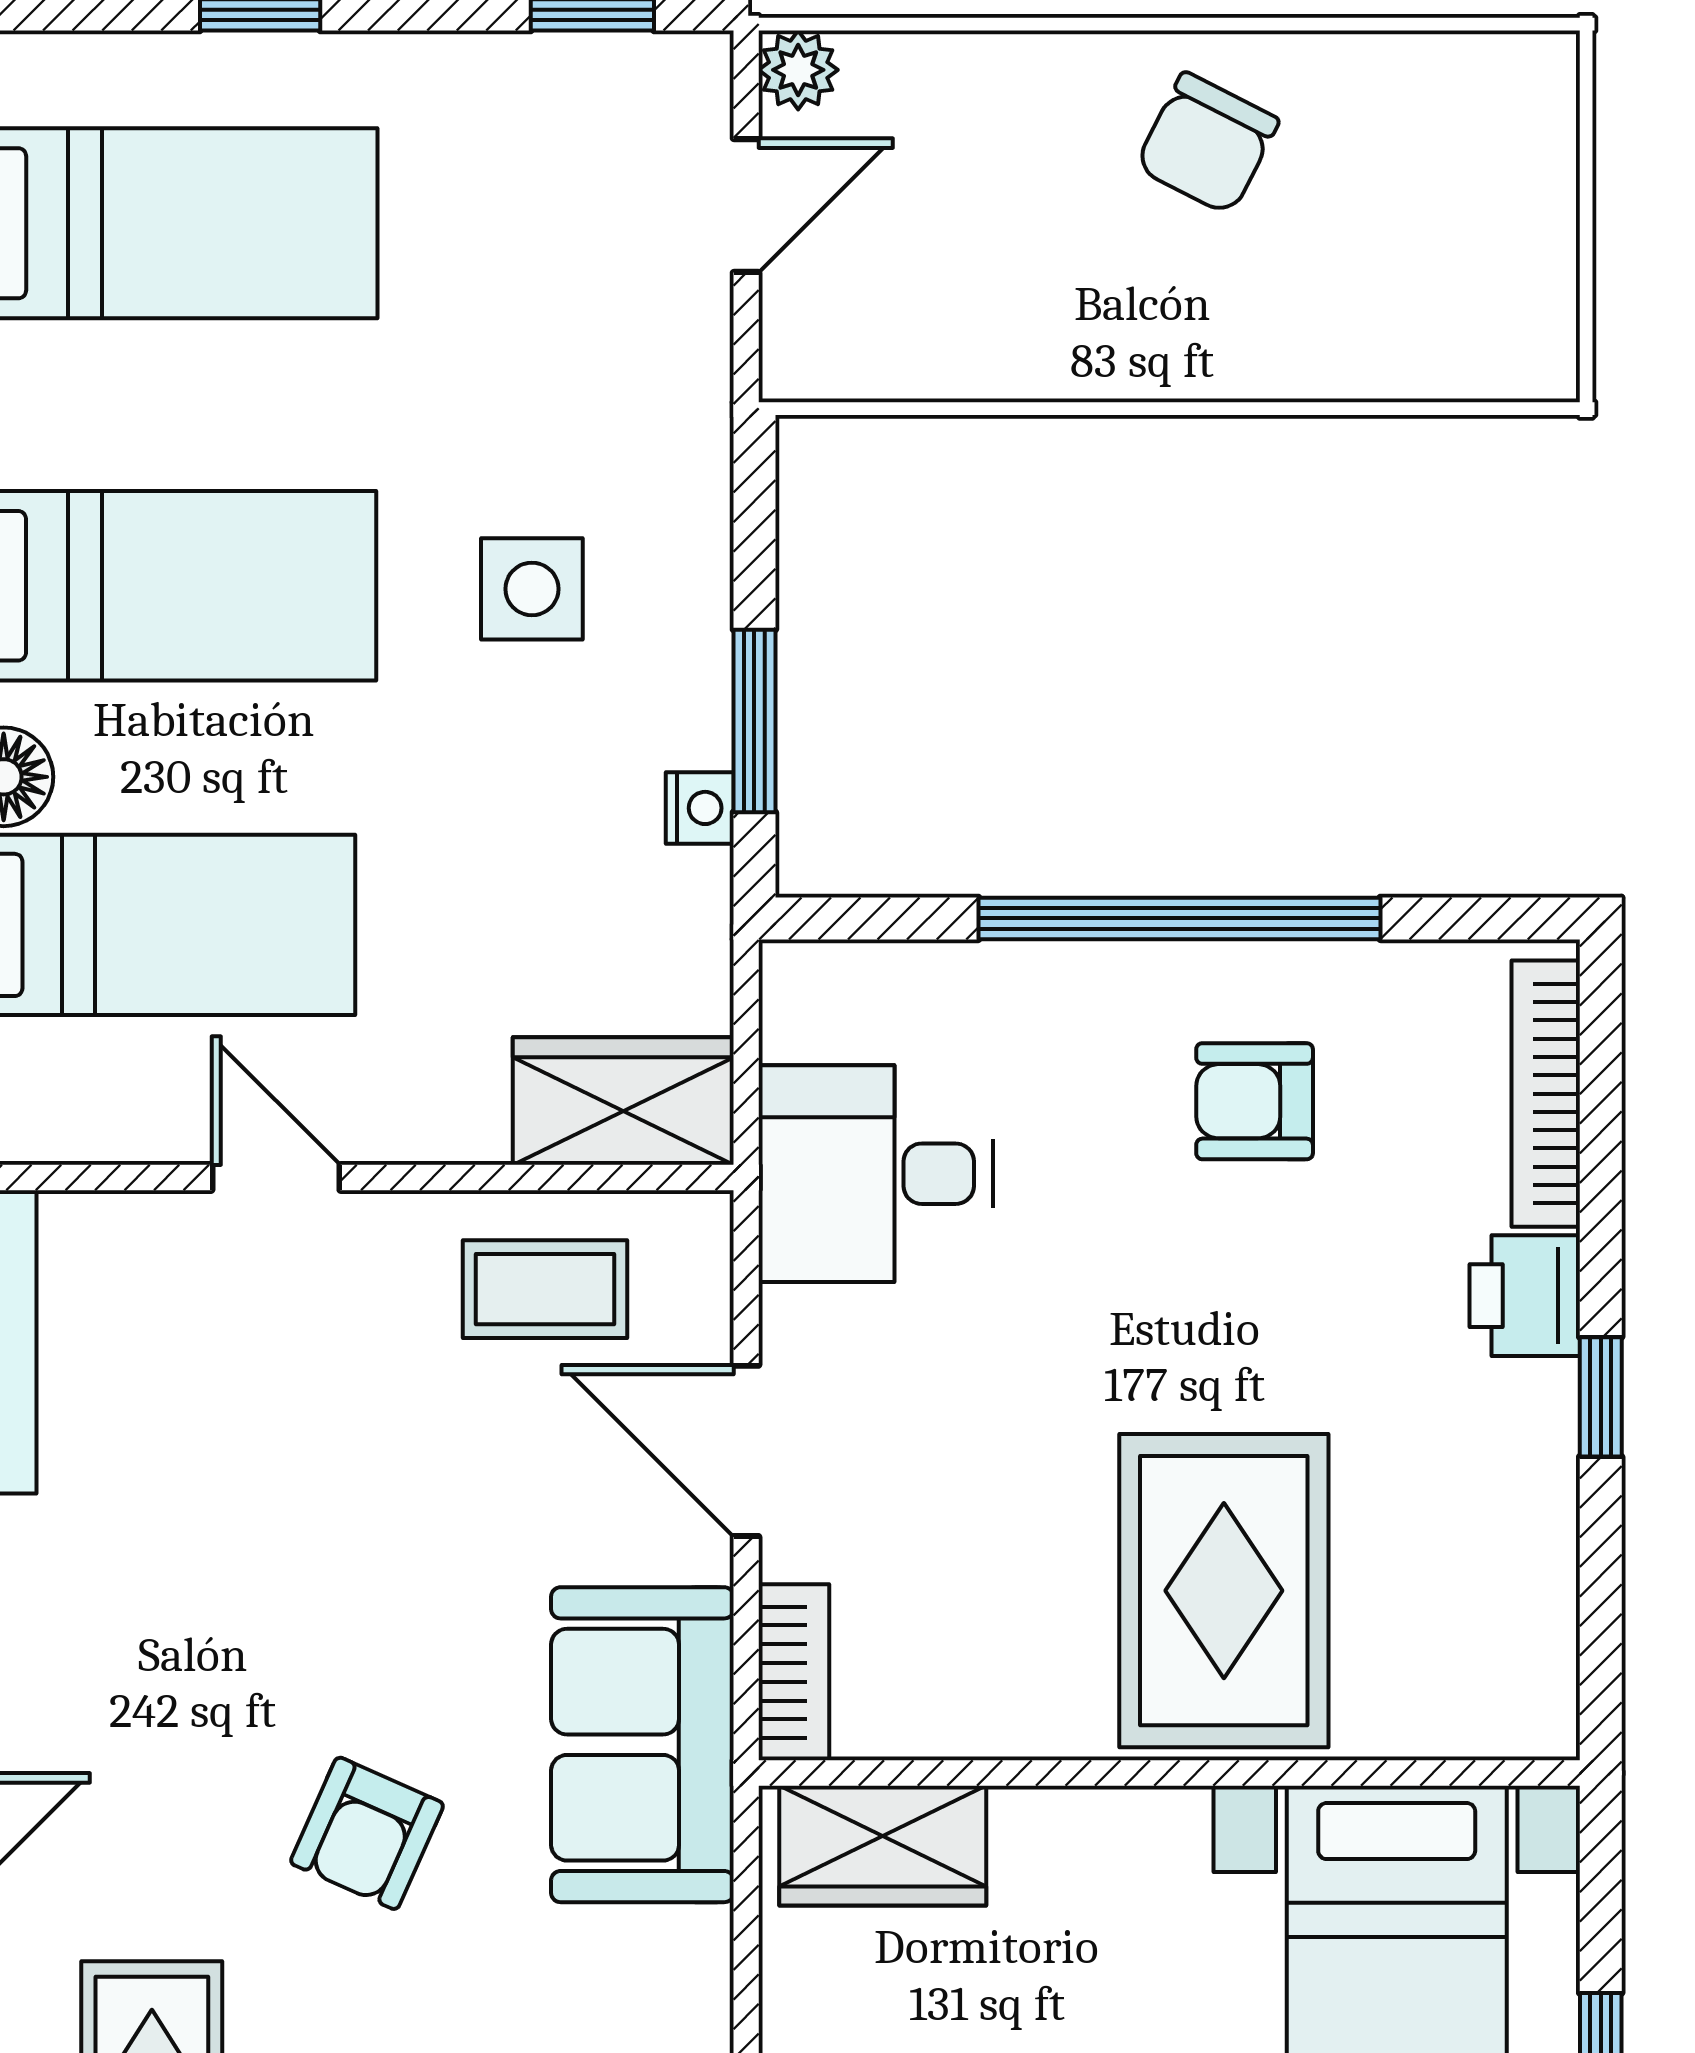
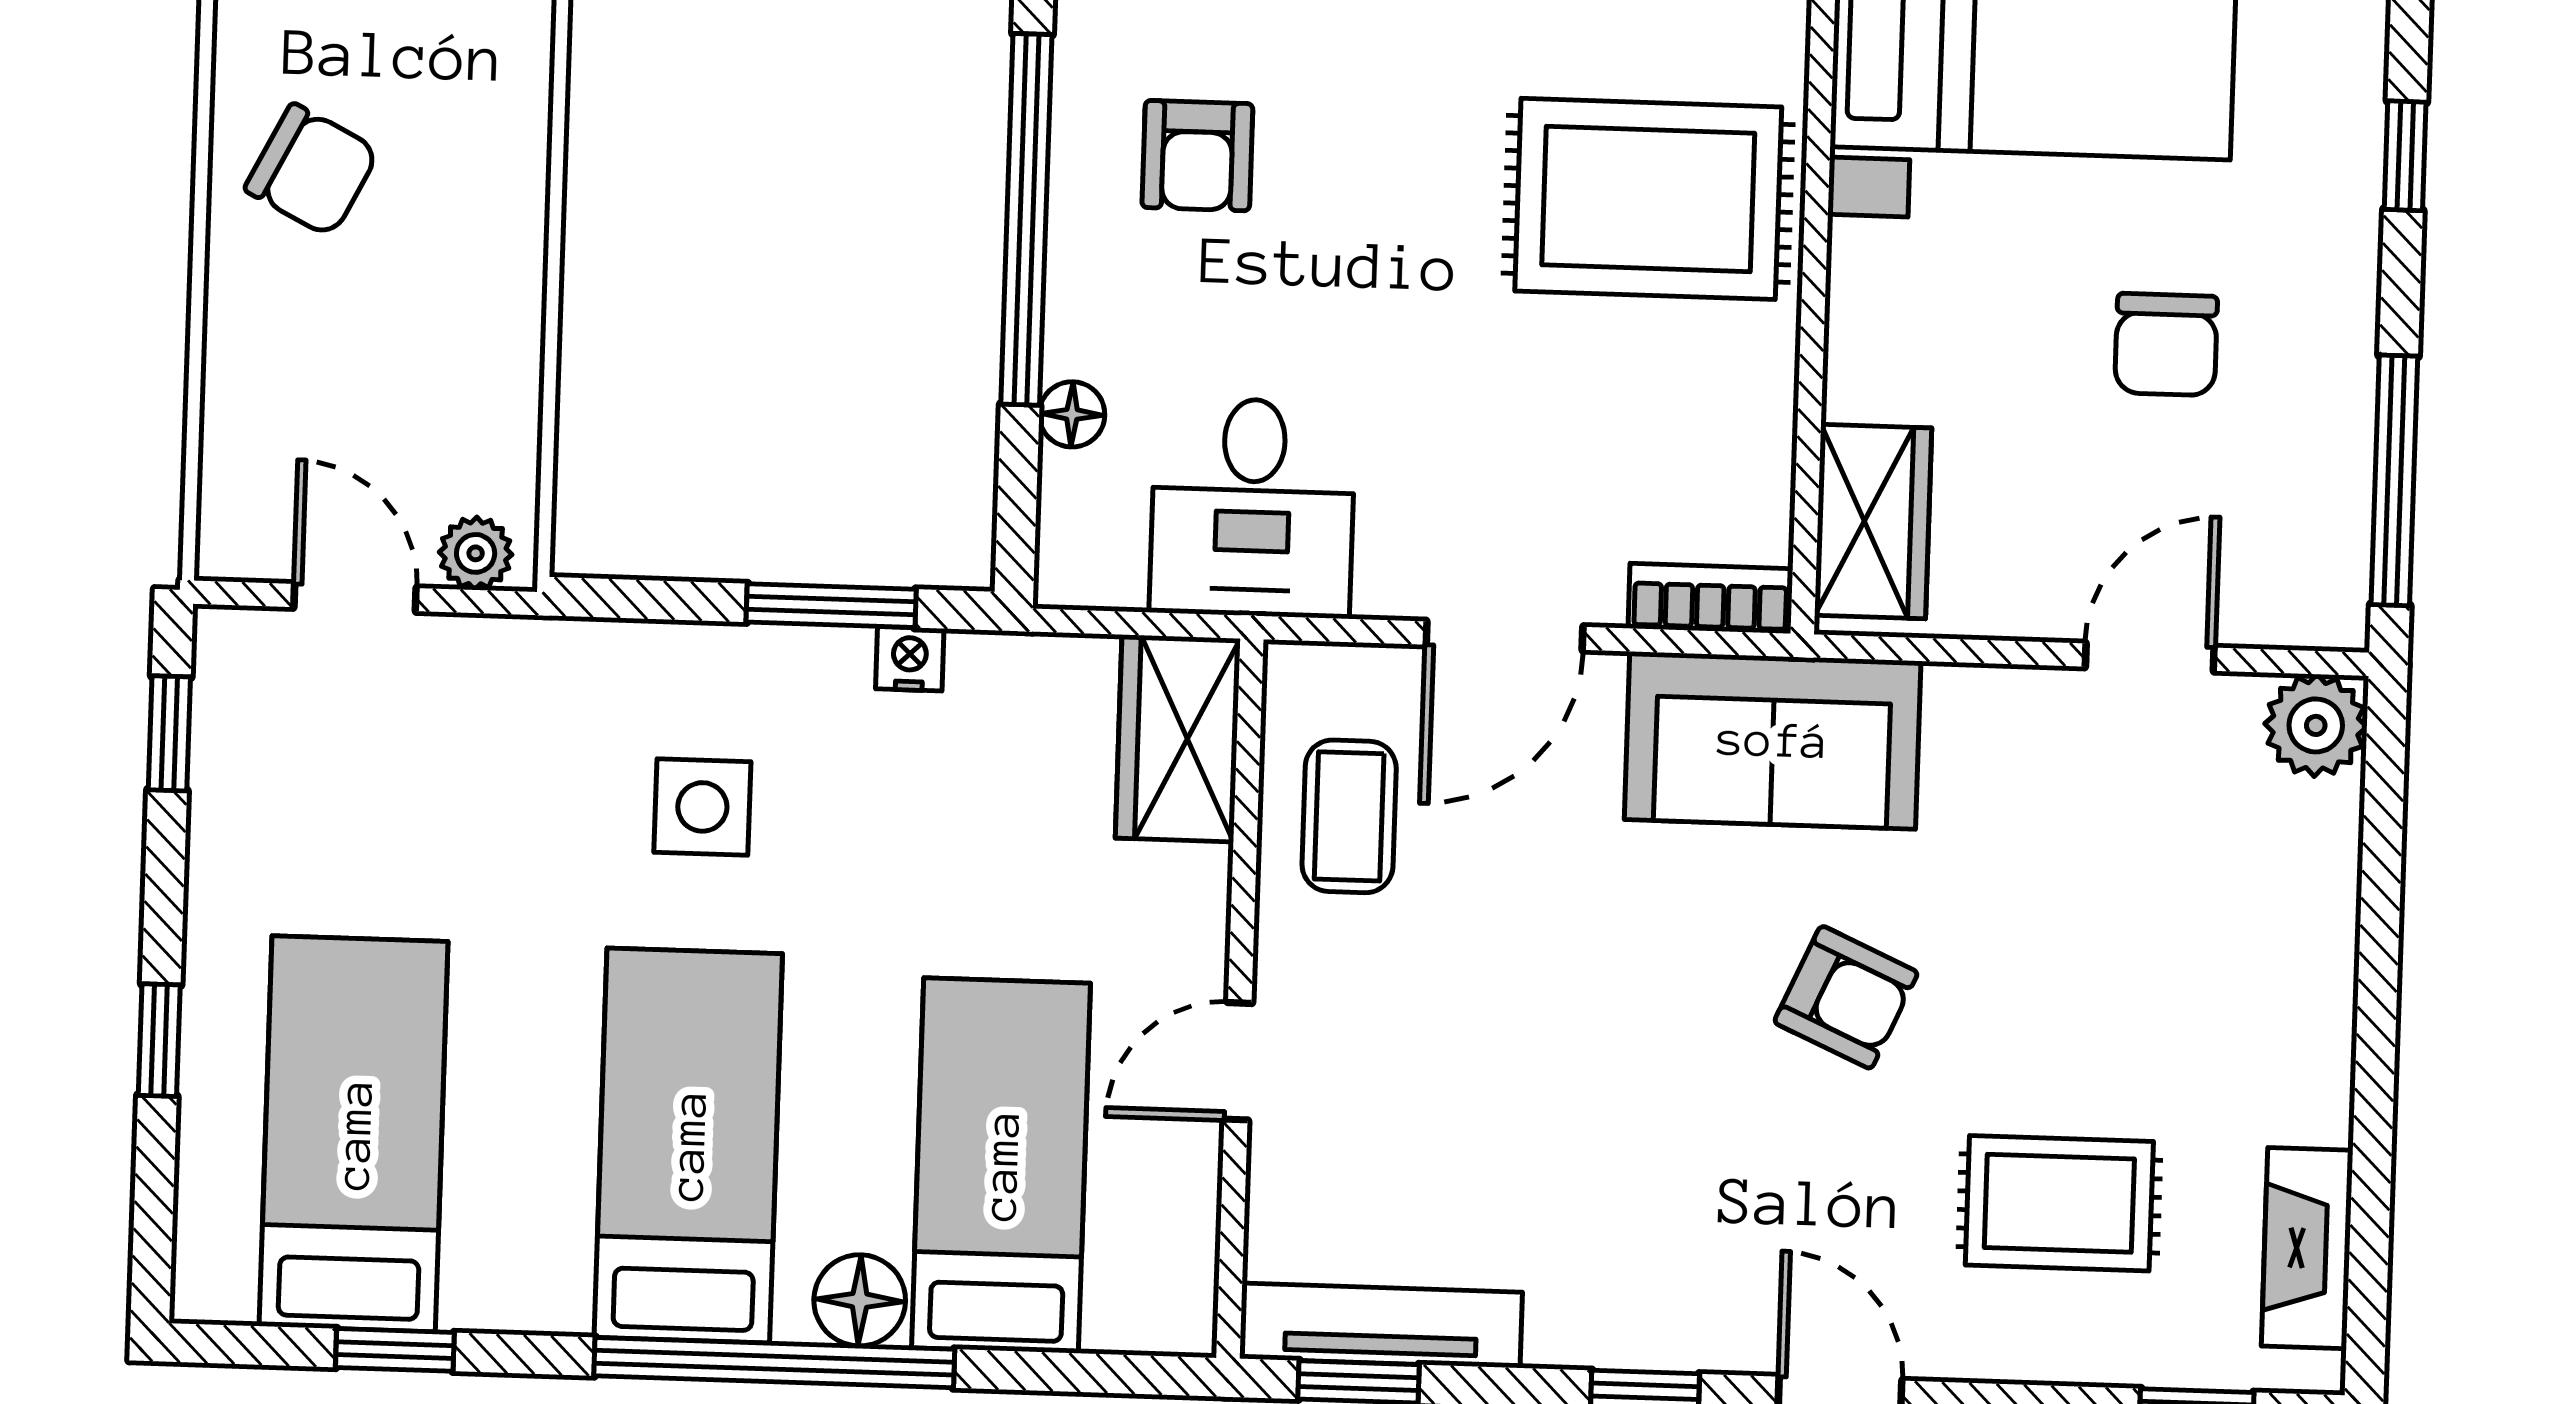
plant: (798, 70) -> (476, 553), moved
floor lamp: (970, 975) -> (1072, 414), added

